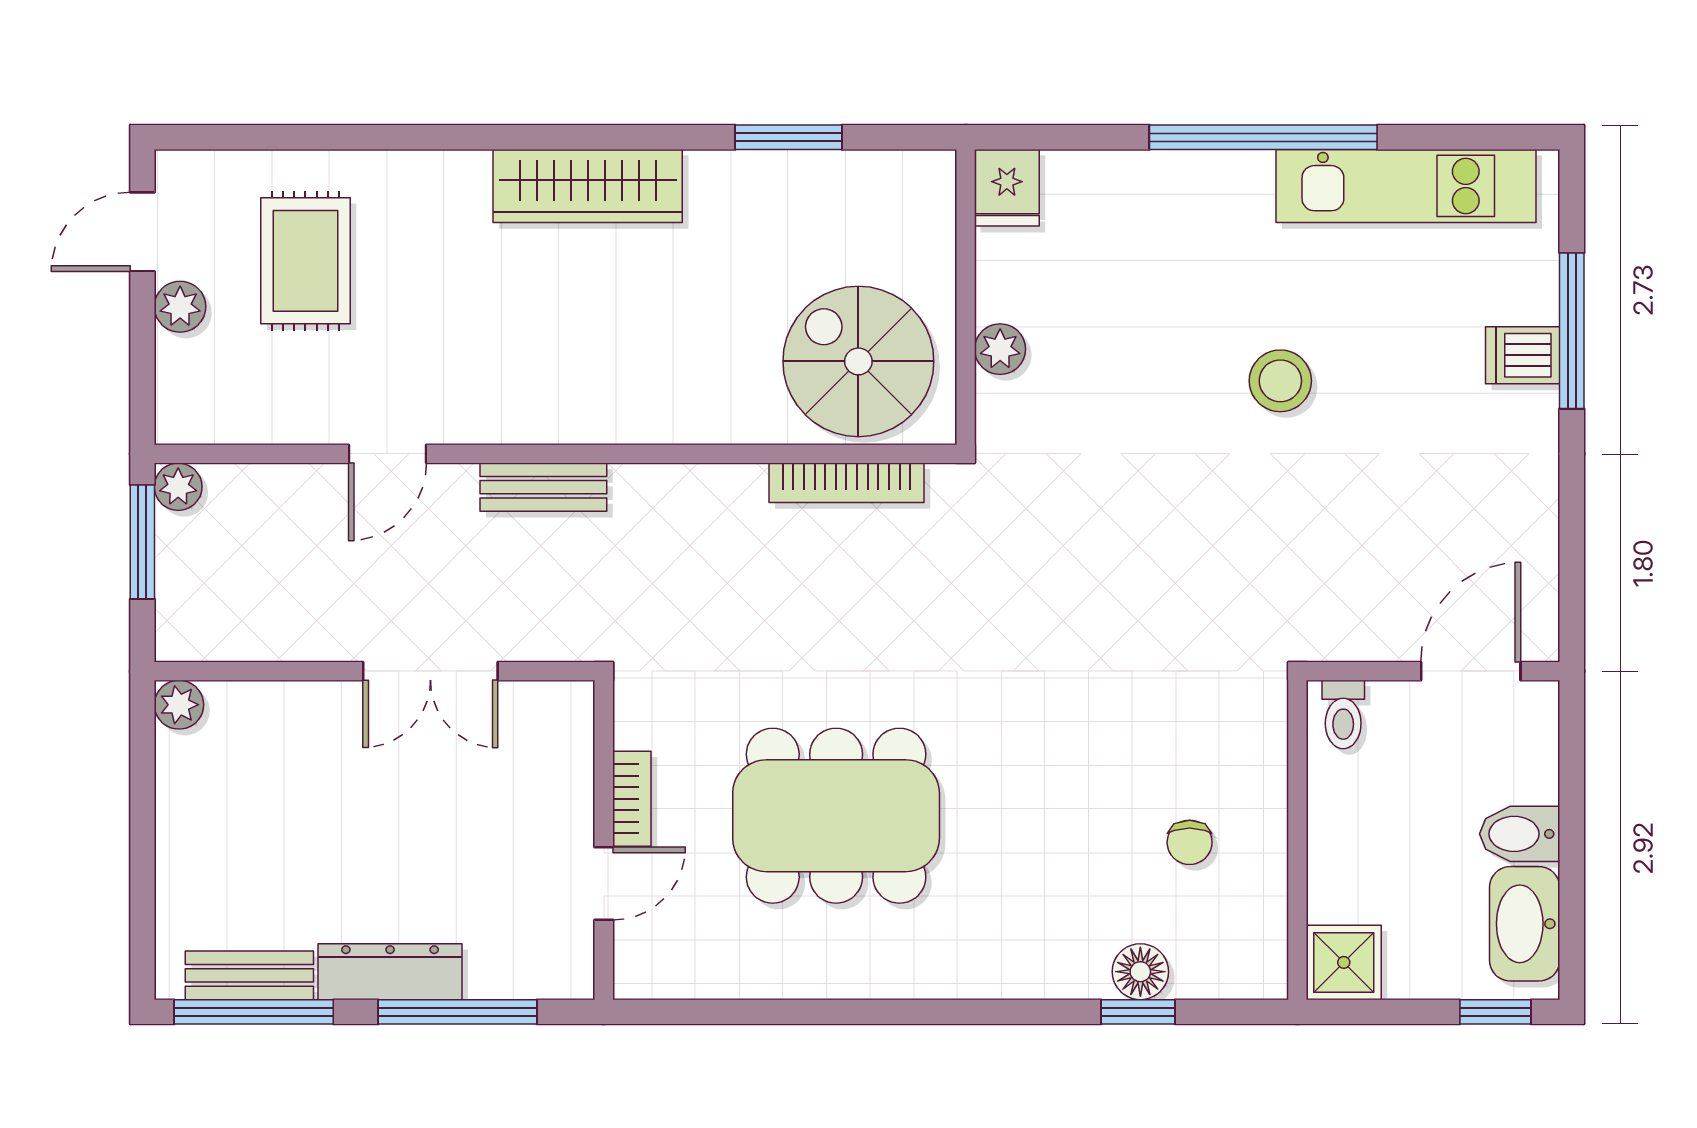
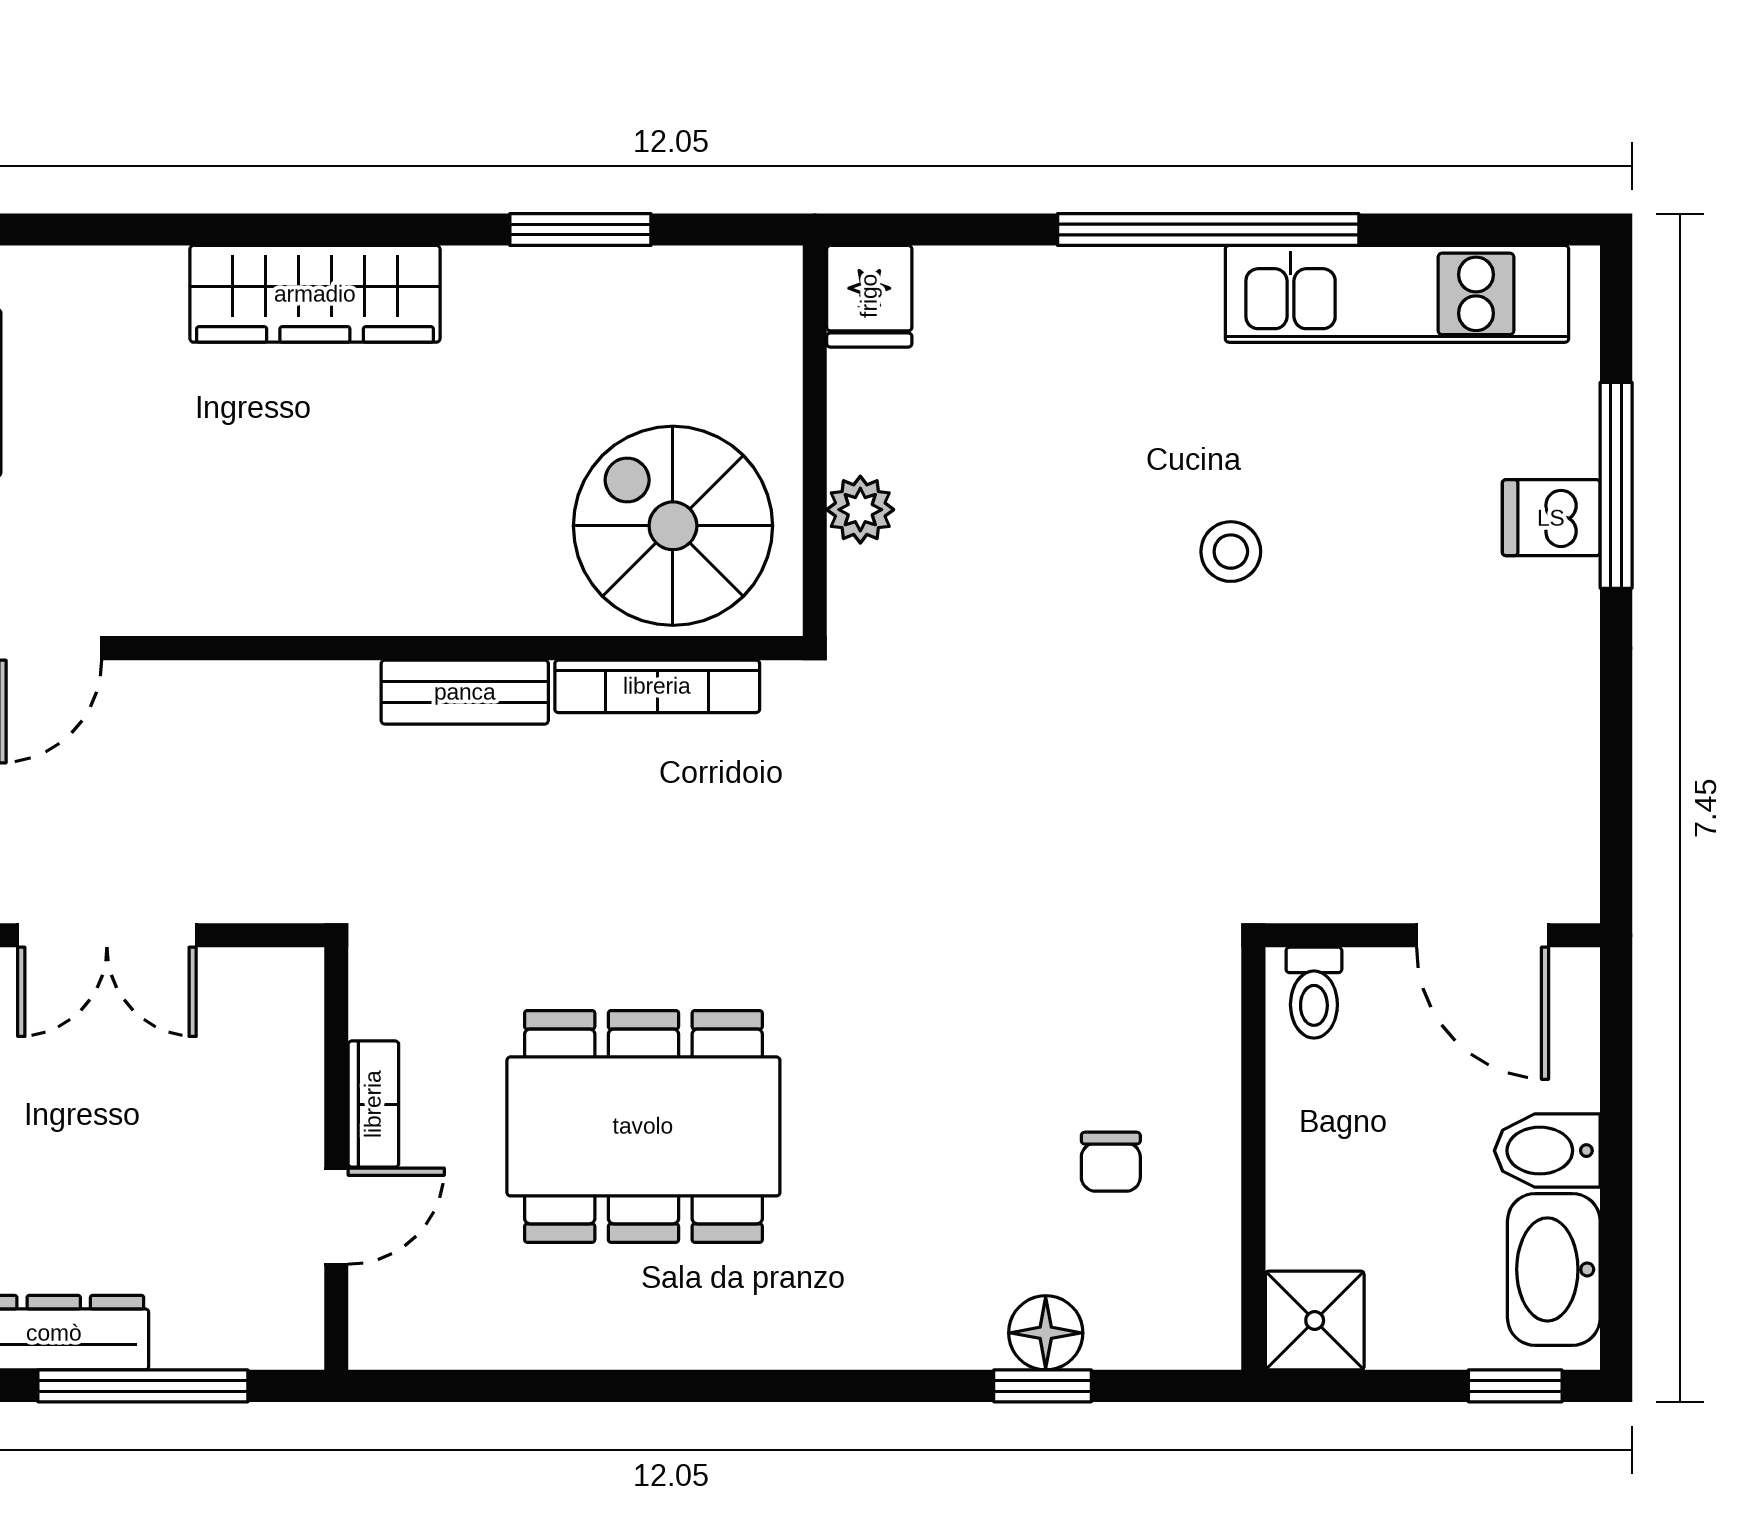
stool: (1280, 381) -> (1231, 552), width x0.73, depth x0.73
bench: (543, 487) -> (465, 692), moved
door: (1471, 671) -> (1483, 935), swing flipped

